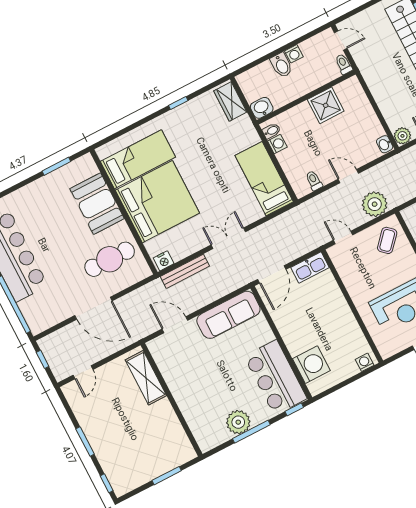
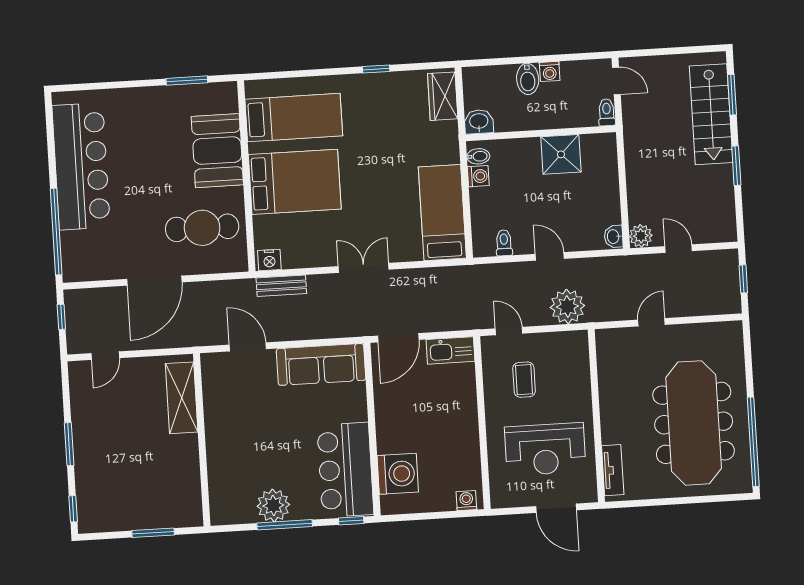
bed: (157, 202) -> (295, 182), width x0.73
coffee table: (387, 240) -> (524, 380), moved, turned -42
bench: (185, 271) -> (281, 286), width x0.73
door: (94, 308) -> (154, 281), hinge flipped

